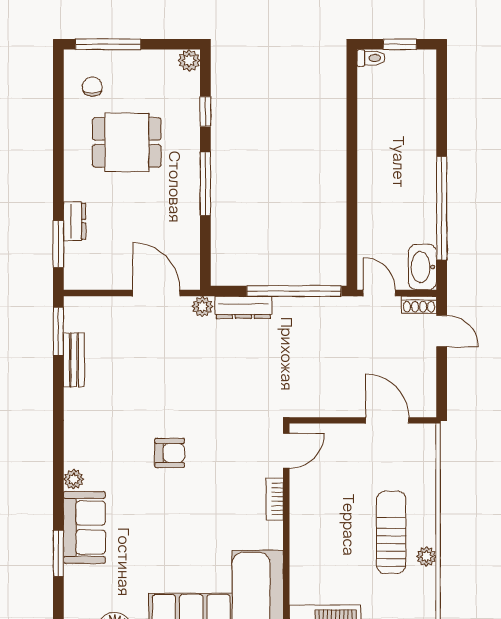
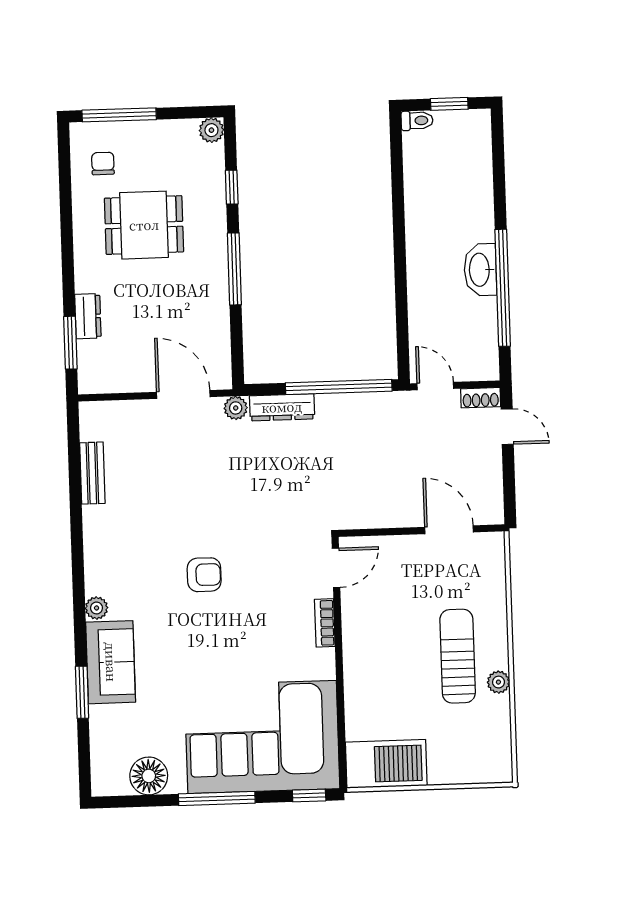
washbasin: (422, 267) -> (480, 270), moved
window: (58, 332) -> (74, 442), removed

